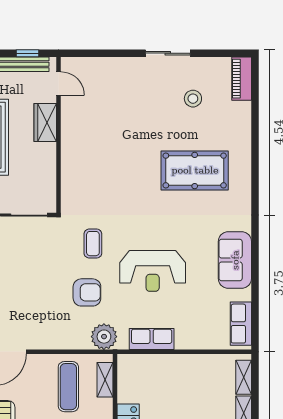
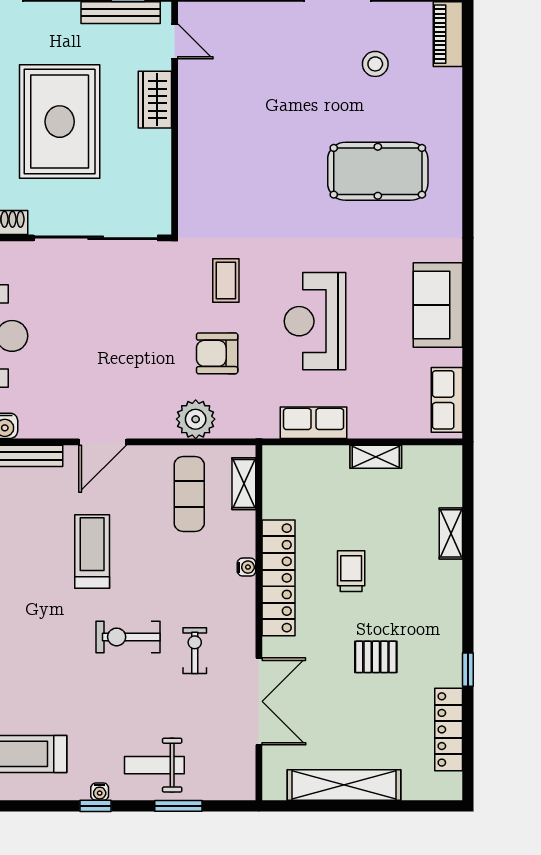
reception desk: (153, 271) -> (315, 321), turned 90
armchair: (87, 292) -> (217, 353), turned 180
plant: (104, 337) -> (196, 419), moved
shelving: (244, 377) -> (376, 457), moved, turned 90

